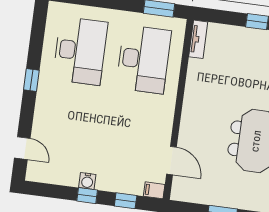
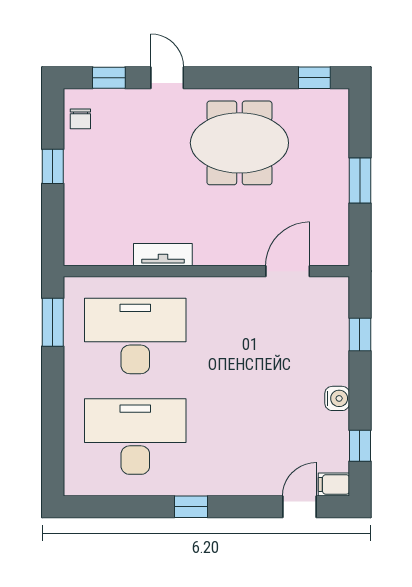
tv unit: (198, 39) -> (163, 255), moved
filing cabinet: (154, 190) -> (334, 484), moved, turned 90
window: (87, 196) -> (360, 446), moved

